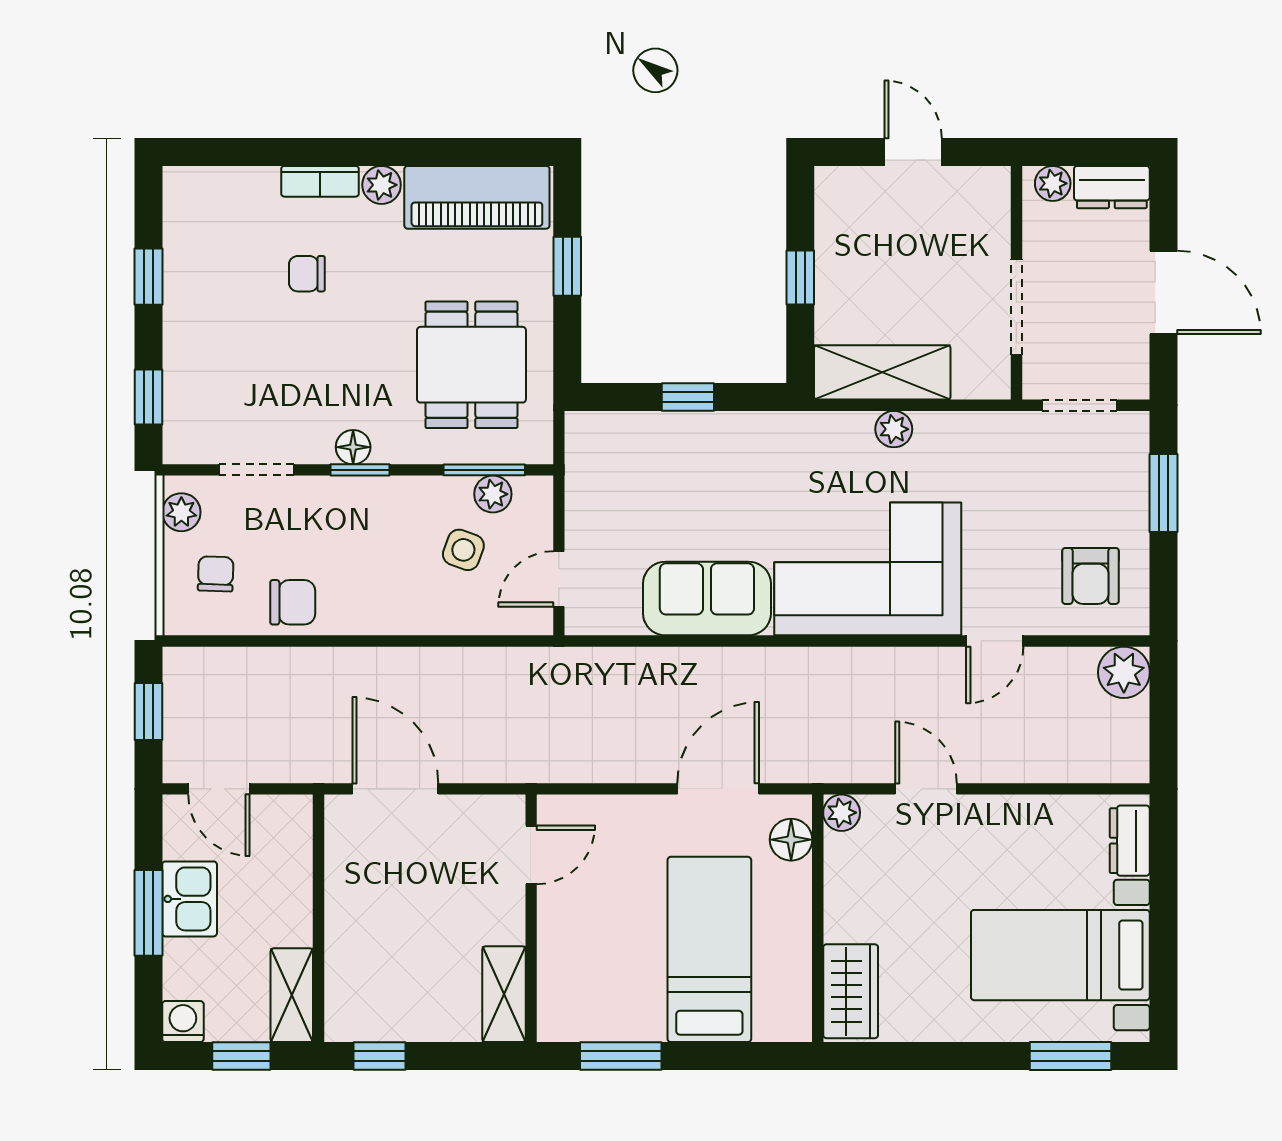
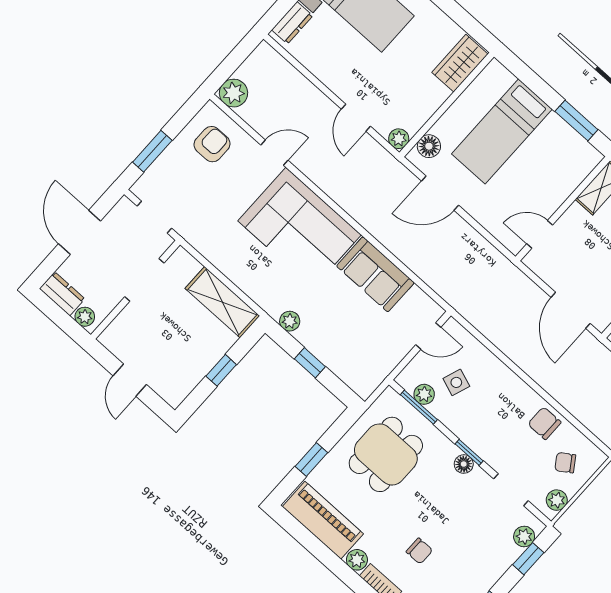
plant: (181, 422) -> (524, 536), added
plant: (894, 429) -> (290, 321), moved
chair: (216, 574) -> (565, 463), turned 54

